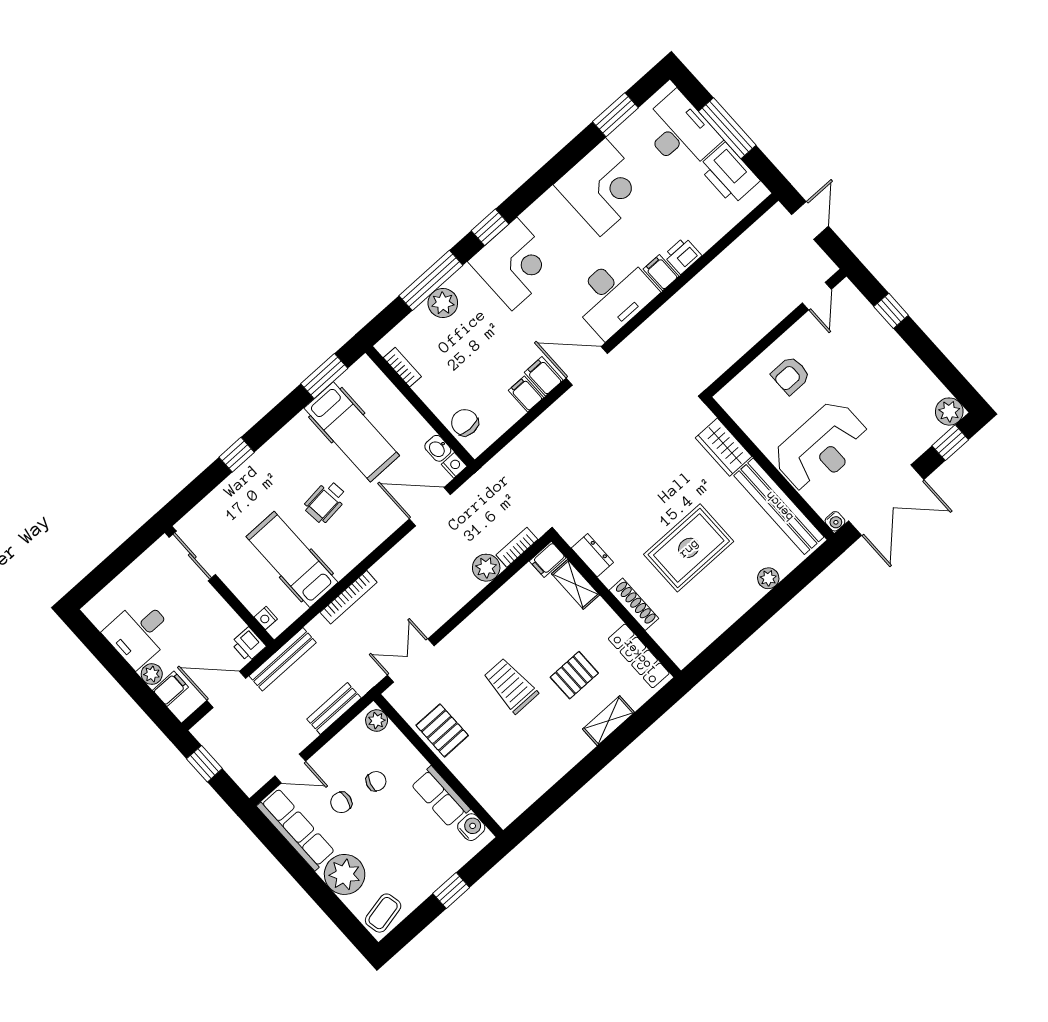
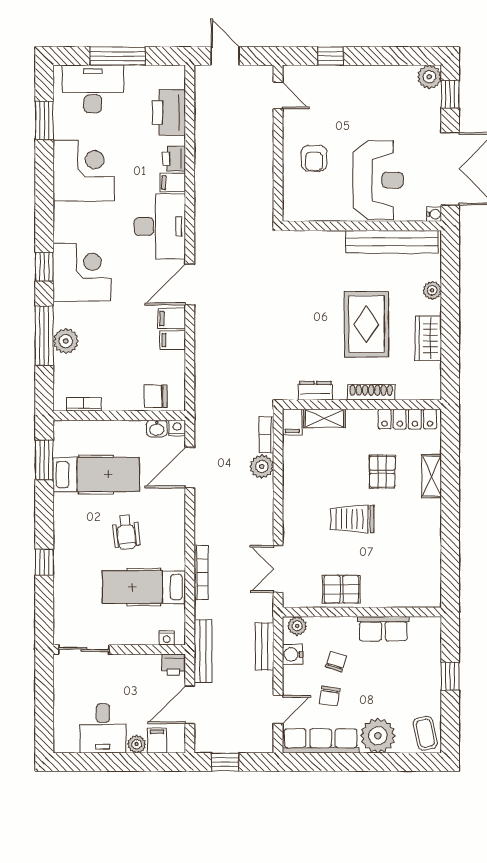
printer: (729, 174) -> (169, 112), moved, turned 90
wardrobe: (723, 447) -> (428, 338), moved, turned 90
water cooler: (471, 827) -> (293, 654), moved, turned -90

